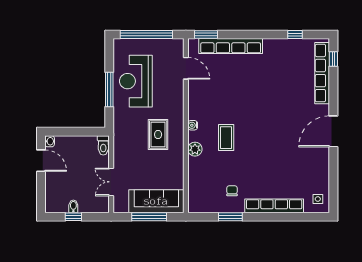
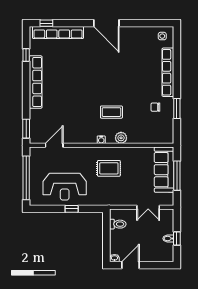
row of seats: (231, 46) -> (36, 82), moved
window: (109, 89) -> (72, 209), width x0.46
toilet: (103, 145) -> (118, 224), moved

